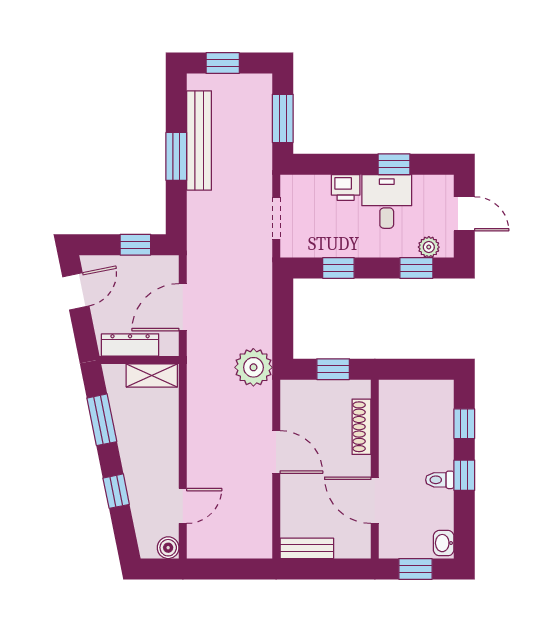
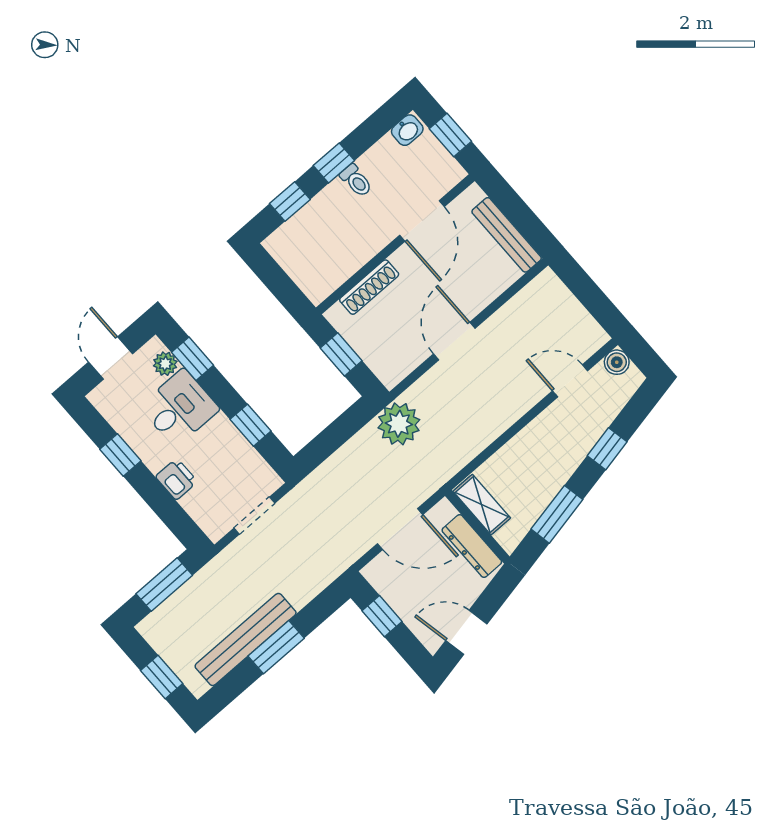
desk: (387, 201) -> (179, 408), moved, turned 180
bench: (307, 548) -> (507, 235), width x1.36

